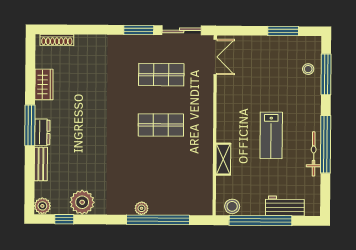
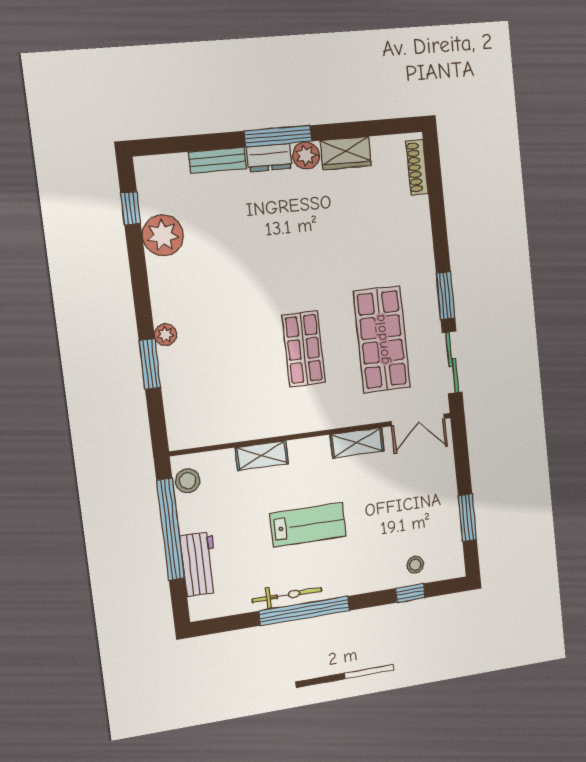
window: (326, 74) -> (410, 593), width x0.46
shop shelf: (161, 75) -> (382, 339), width x1.43, depth x1.36
shelving: (224, 98) -> (357, 443), added
lab bench: (271, 135) -> (308, 525), turned 180
plant: (42, 206) -> (306, 155), moved
window: (158, 220) -> (150, 364), width x0.47

